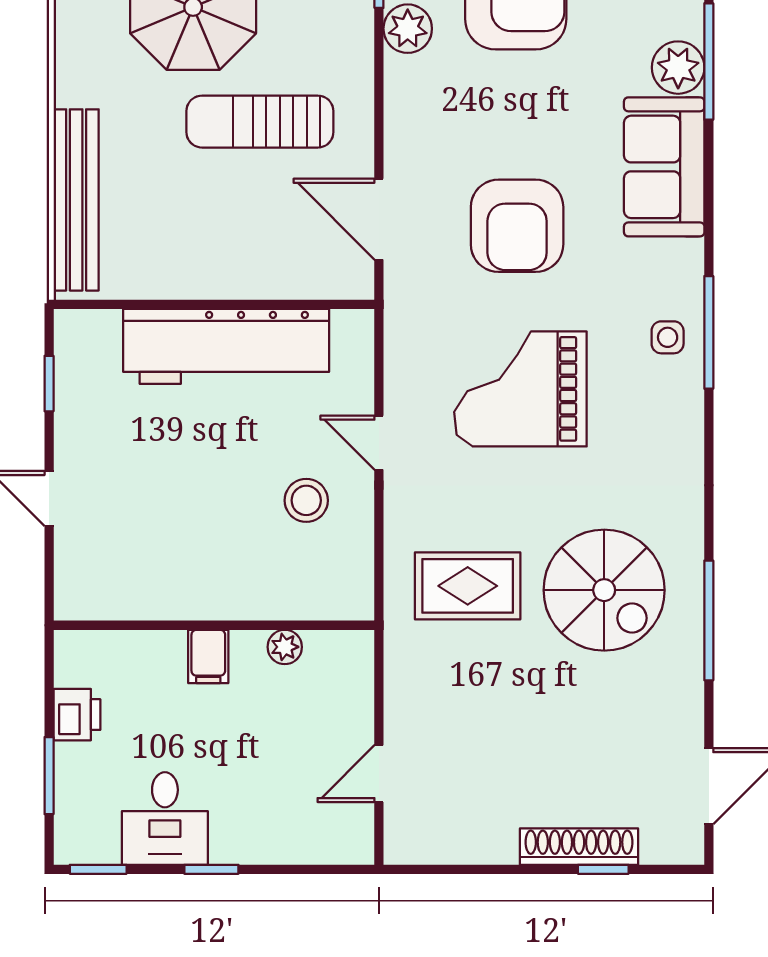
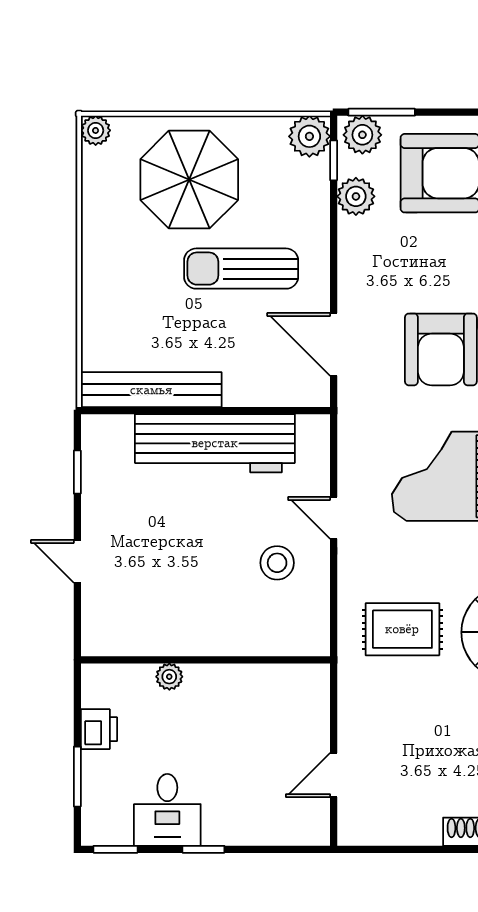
bench: (76, 200) -> (151, 390), moved, turned 90
plant: (285, 647) -> (169, 677), moved
filing cabinet: (208, 656) -> (201, 684), removed

